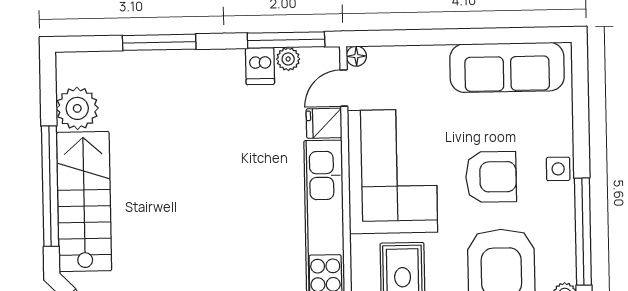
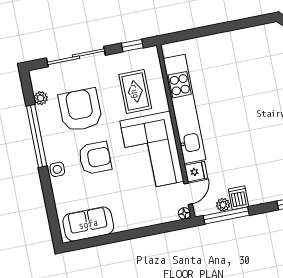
sofa: (507, 67) -> (88, 224), width x0.73
armchair: (491, 177) -> (95, 158), turned 180

